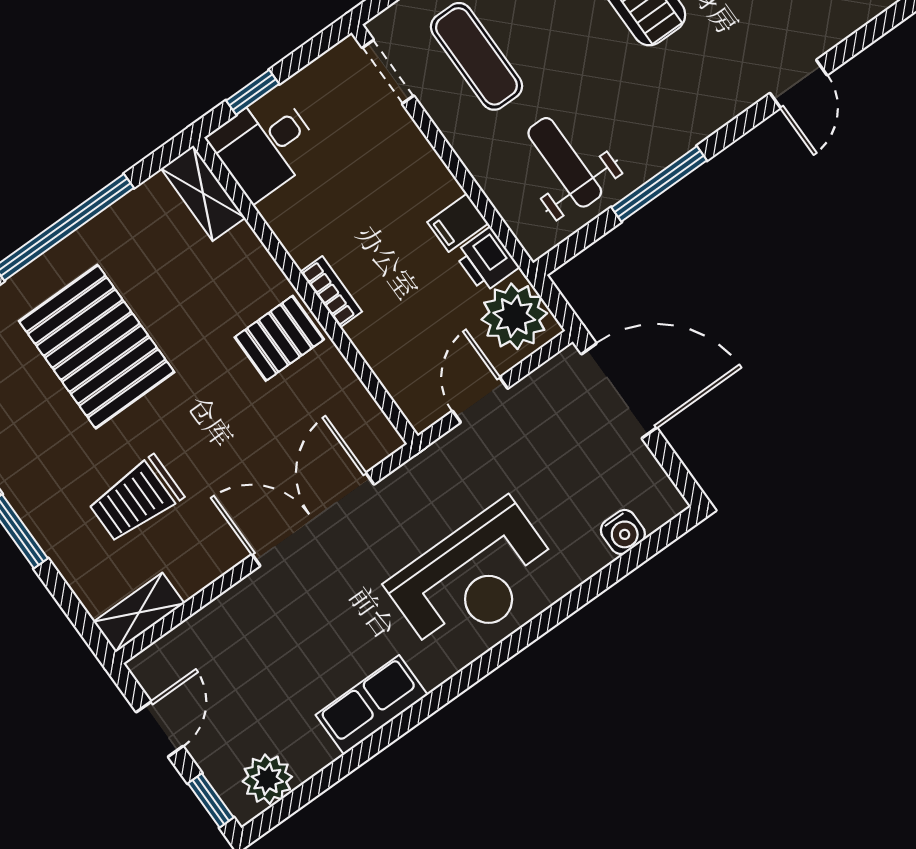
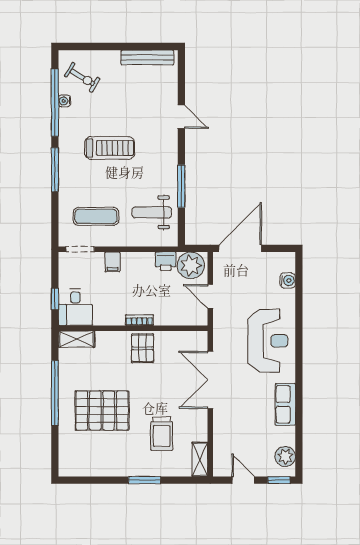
filing cabinet: (458, 223) -> (112, 262), moved

